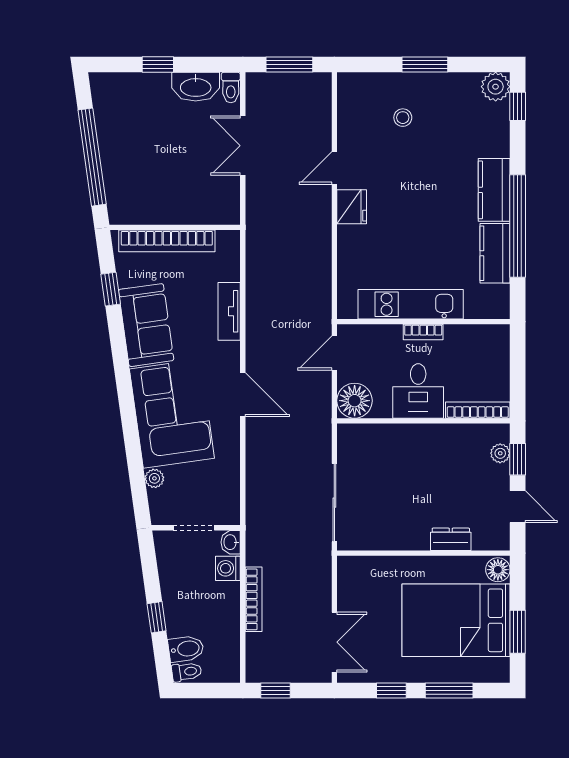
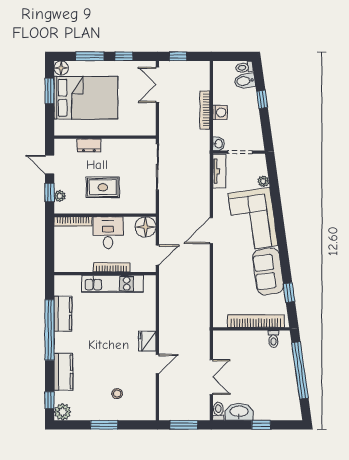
kitchen counter: (494, 190) -> (63, 372), moved
toilet: (137, 210) -> (273, 339), added
tv unit: (229, 311) -> (219, 171), moved
bookcase: (423, 332) -> (112, 267), width x1.56
door: (243, 395) -> (211, 231), hinge flipped
rug: (427, 468) -> (103, 187), added
washing machine: (228, 568) -> (220, 112), moved
floor lamp: (498, 570) -> (61, 68), moved
window: (276, 691) -> (178, 56), moved

